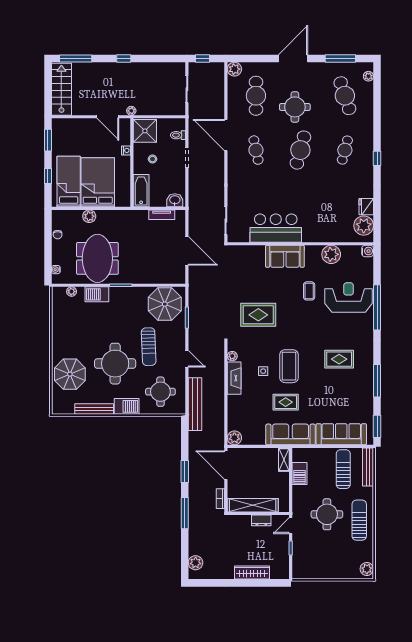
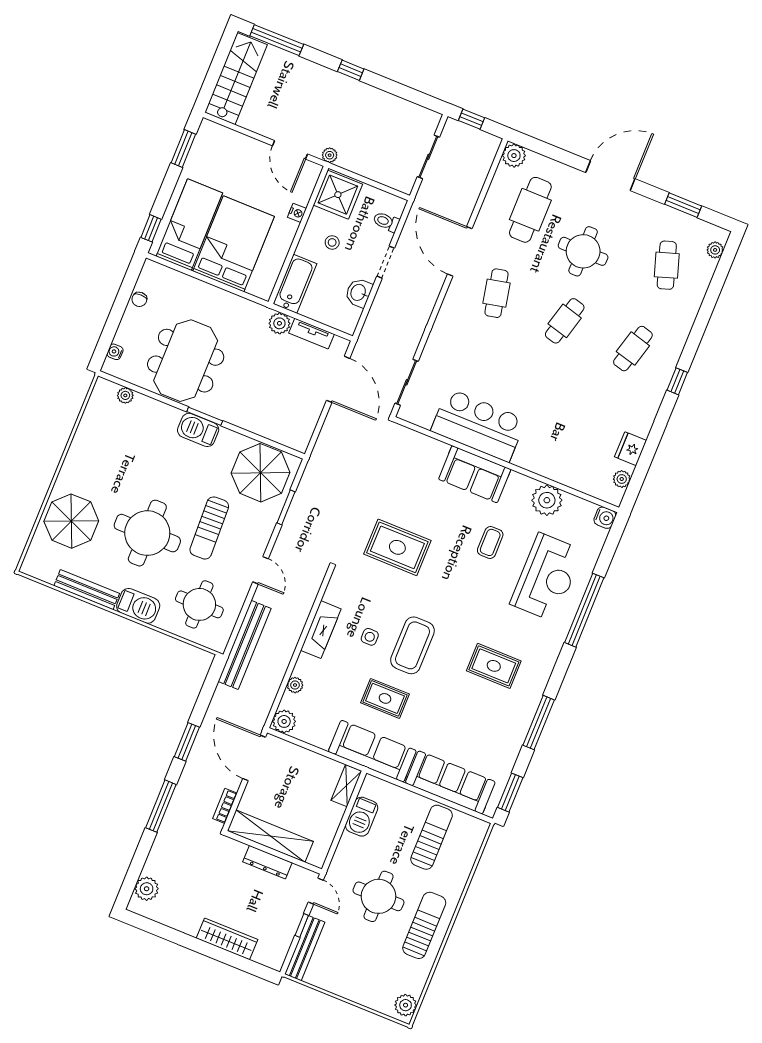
window: (340, 58) -> (683, 205), width x0.69
cafe table: (345, 96) -> (667, 265), width x0.73, depth x0.74
cafe table: (300, 150) -> (565, 321), width x0.73, depth x0.74
window: (48, 176) -> (151, 228), moved
washbasin: (175, 200) -> (359, 293), moved, turned -90
plant: (89, 216) -> (279, 323), moved
plant: (364, 226) -> (622, 479), width x0.53, depth x0.53
door: (187, 251) -> (338, 379), moved
barbecue: (97, 294) -> (198, 430), moved
reception desk: (349, 298) -> (547, 577), turned 90
plant: (232, 356) -> (295, 685), moved
bench: (368, 467) -> (305, 948), moved
dresser: (261, 520) -> (267, 862), width x1.44
door: (291, 526) -> (316, 891), swing flipped

